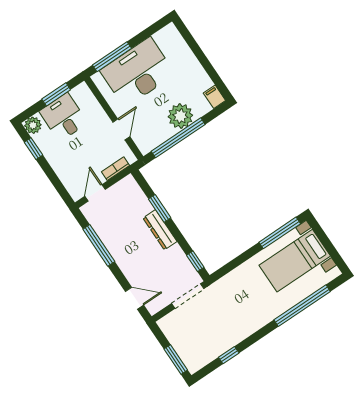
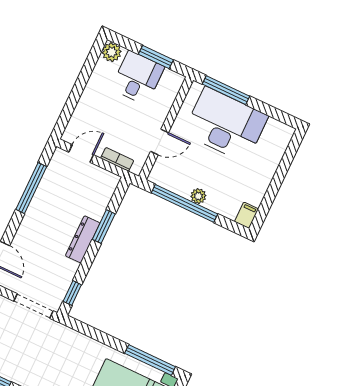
plant: (180, 116) -> (198, 196), width x0.53, depth x0.53
window: (34, 149) -> (89, 66), removed

